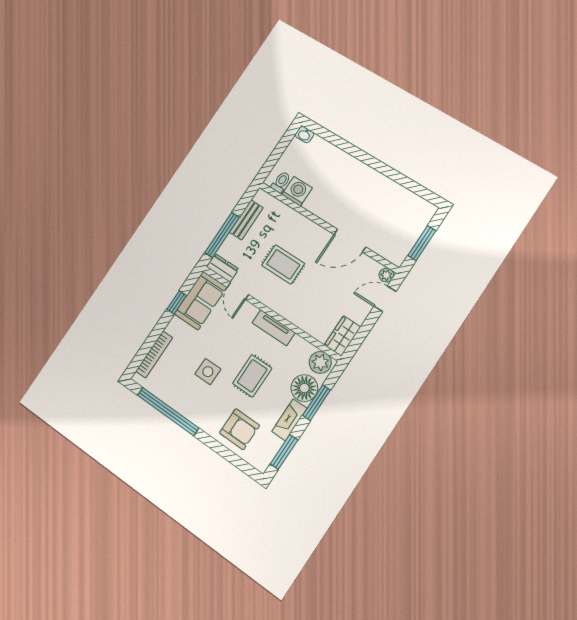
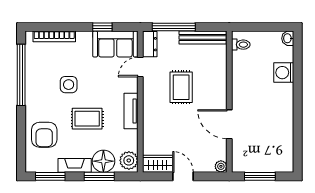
washing machine: (297, 191) -> (284, 73), moved, turned 180
bench: (246, 220) -> (203, 38), width x1.36
door: (385, 299) -> (183, 176), moved

